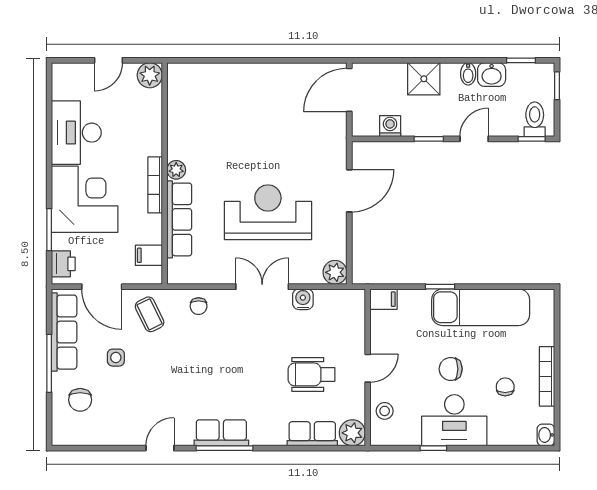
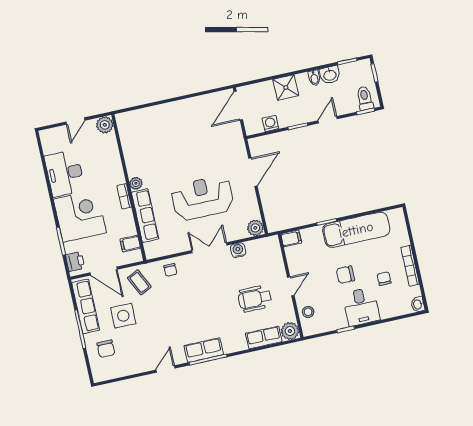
bookcase: (155, 185) -> (124, 196), width x0.64
side table: (116, 358) -> (123, 316), width x1.87, depth x1.87
desk: (454, 420) -> (361, 307), width x0.73

